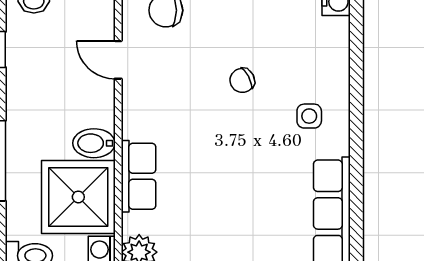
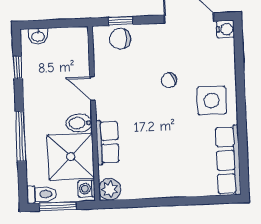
door: (118, 60) -> (93, 89), moved
side table: (309, 116) -> (212, 101), width x1.87, depth x1.87

